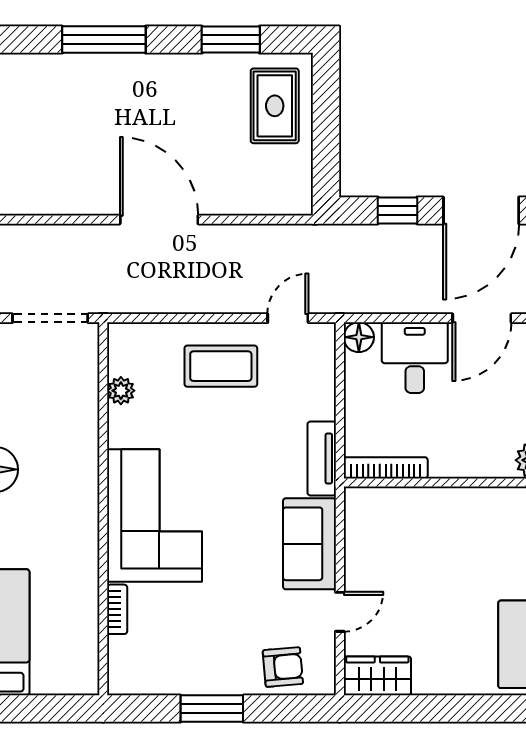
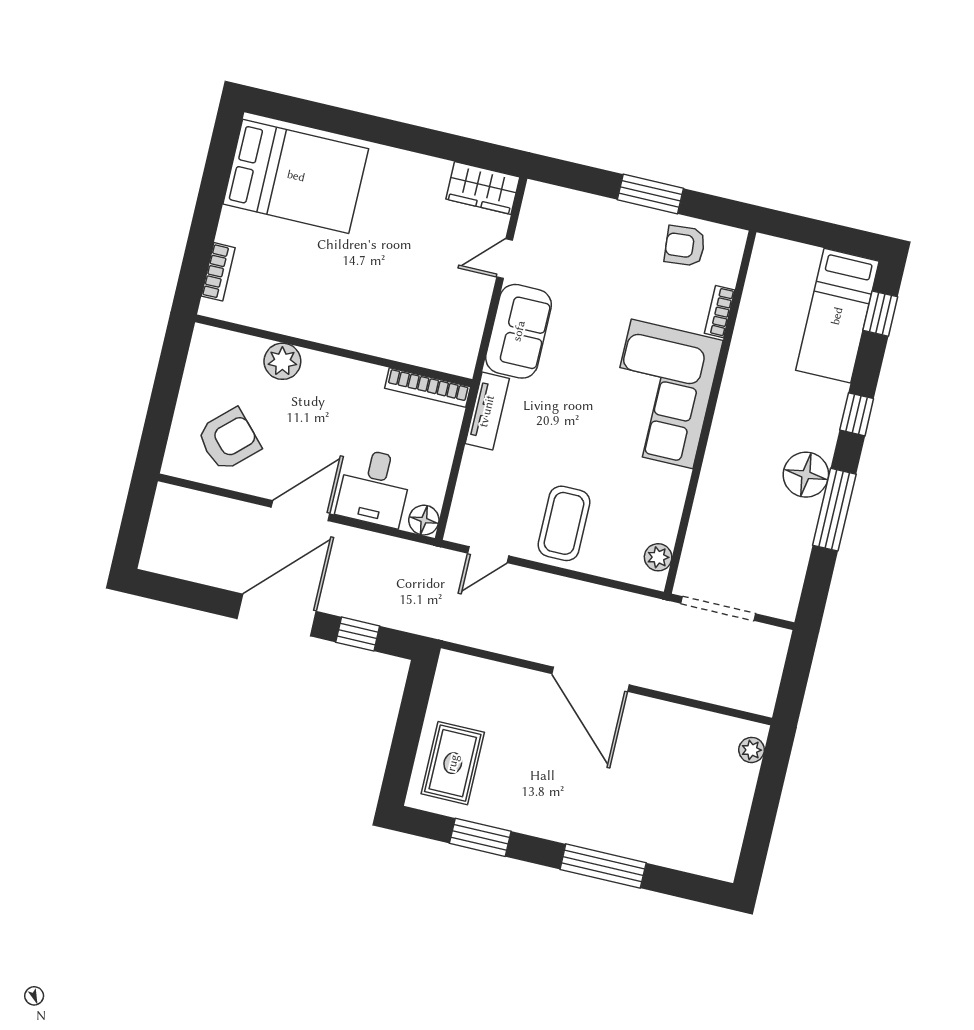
coffee table: (221, 366) -> (564, 523), turned 90
plant: (121, 391) -> (658, 557), moved
armchair: (283, 667) -> (685, 246), moved

